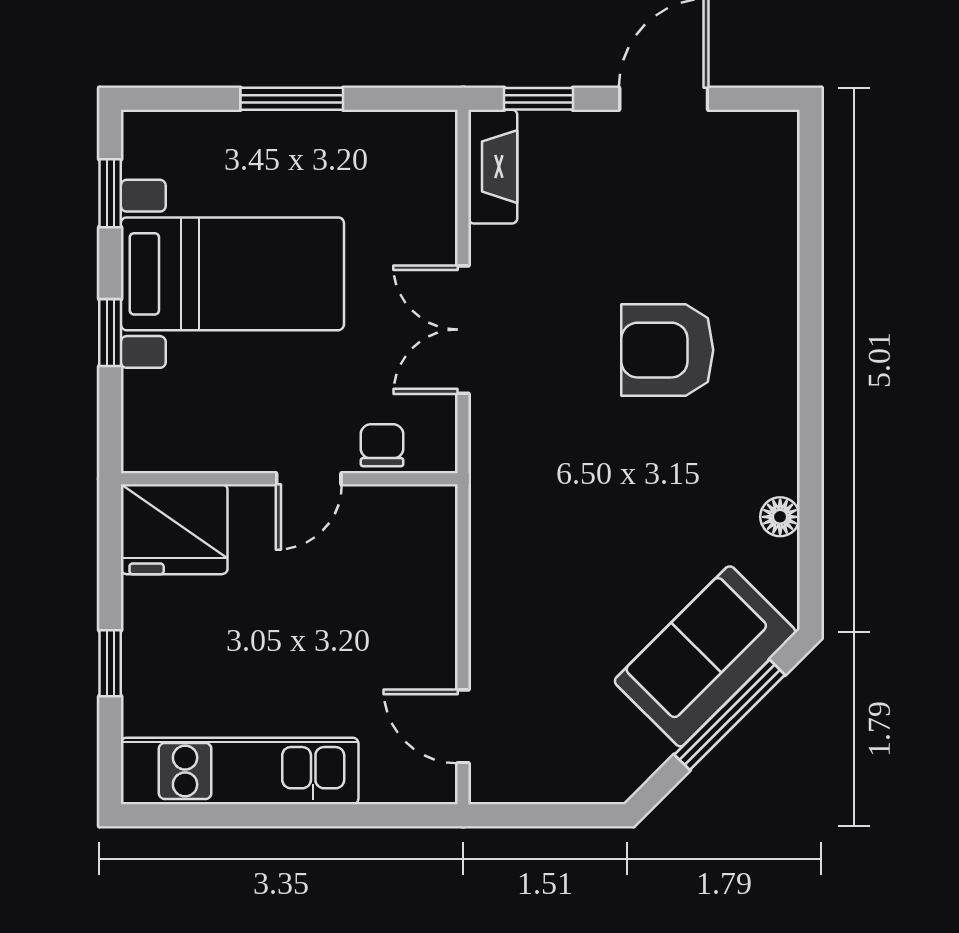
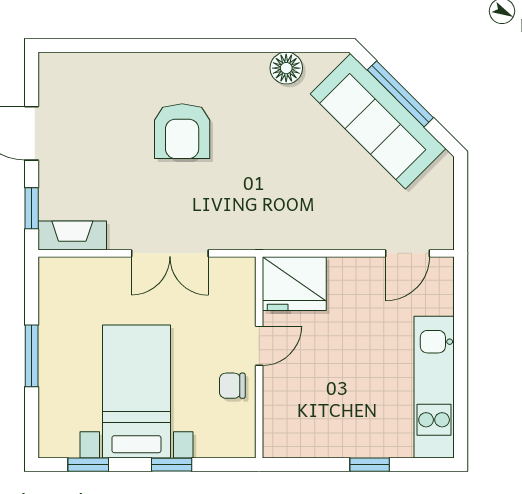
chair: (382, 445) -> (232, 386), moved
door: (309, 479) -> (259, 346), hinge flipped
floor lamp: (780, 517) -> (286, 68), width x1.37, depth x1.37
fridge: (174, 529) -> (294, 284), moved, turned 90
sofa: (705, 656) -> (378, 121), width x1.36

